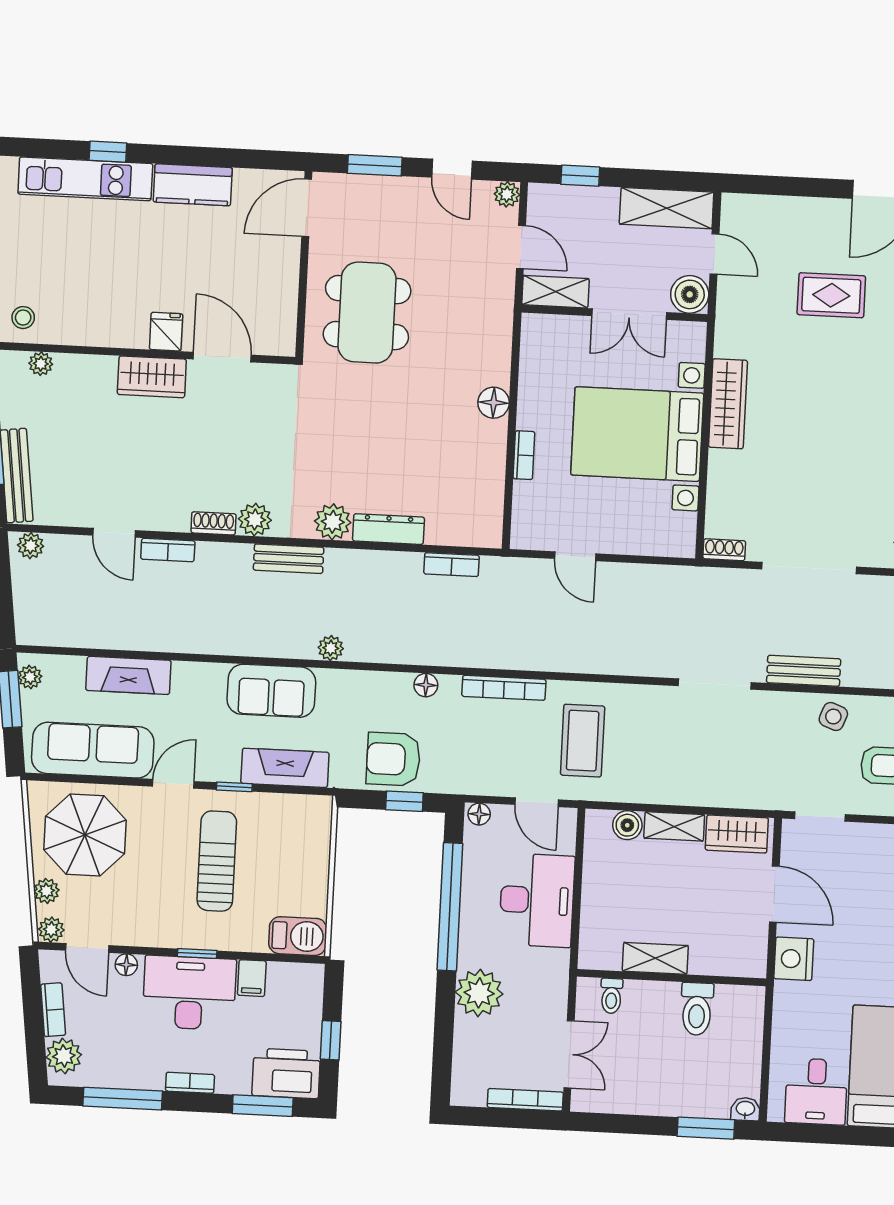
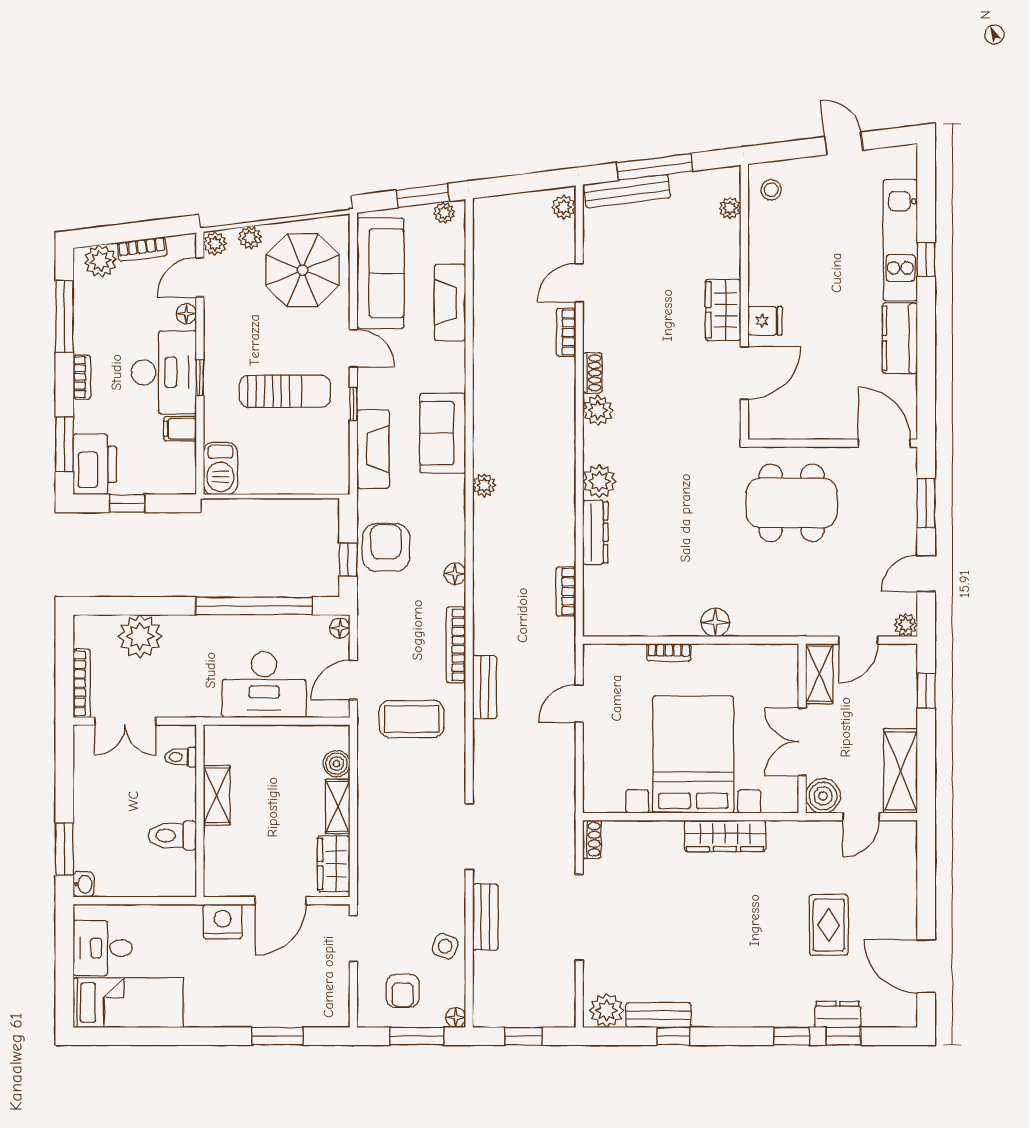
bench: (289, 559) -> (485, 687), moved
plant: (479, 993) -> (140, 636), moved

